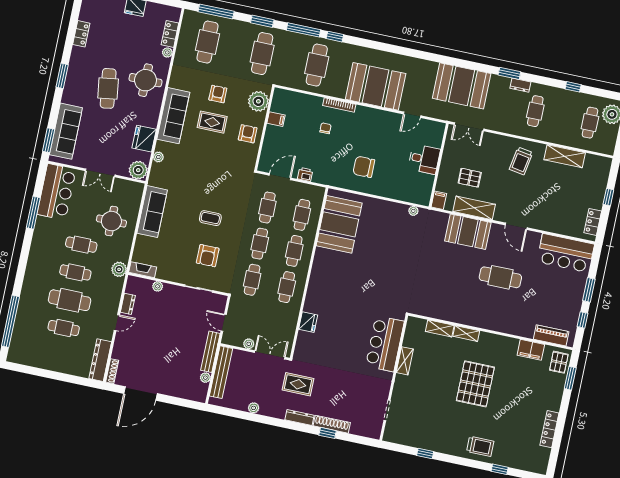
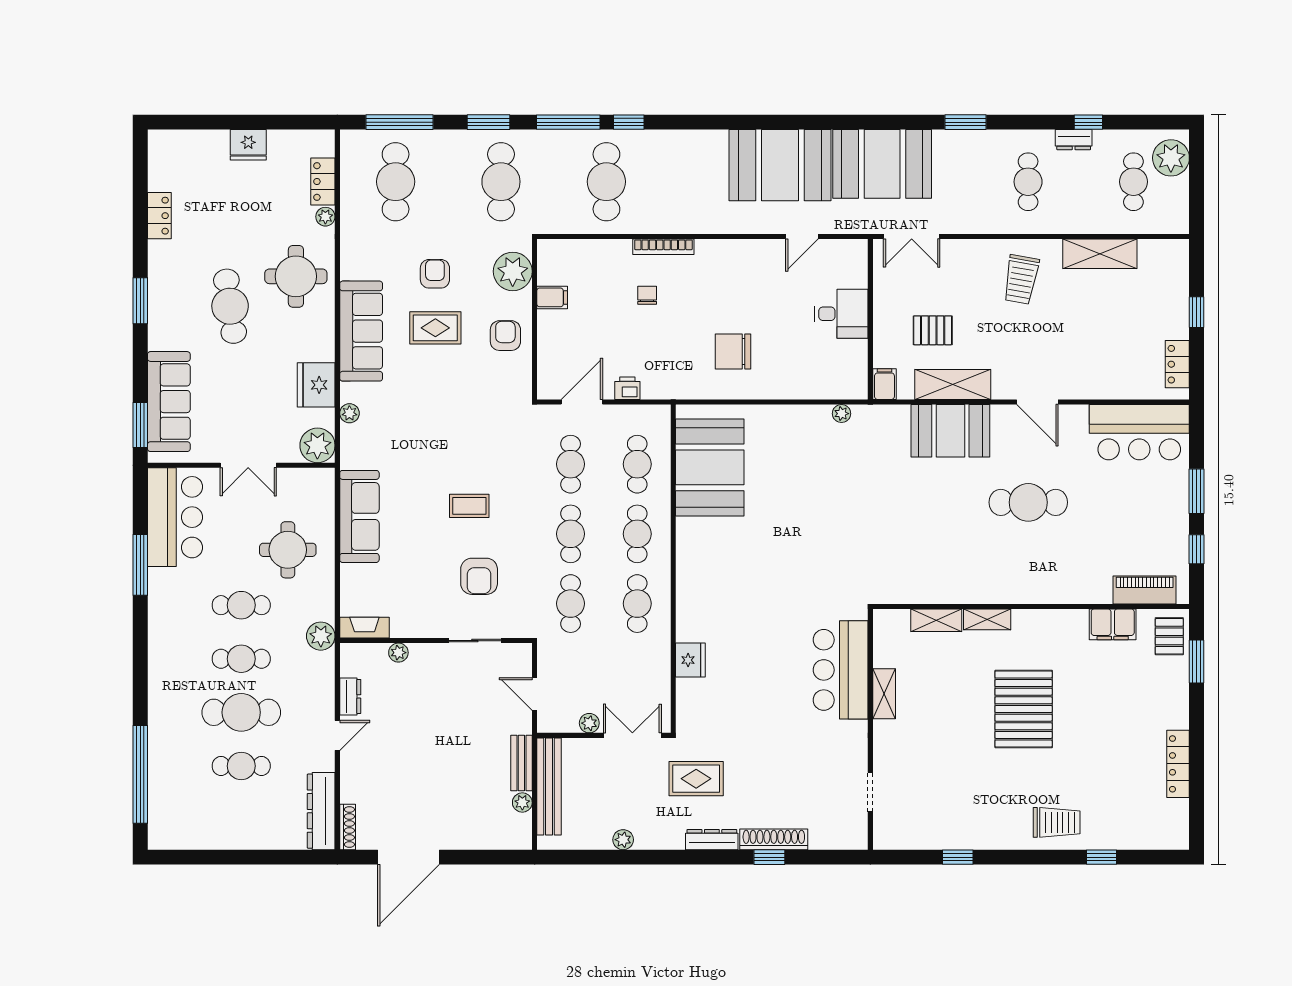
dresser: (520, 85) -> (1074, 140), moved
booth: (376, 86) -> (780, 165), moved
bench: (210, 352) -> (521, 763), width x0.73

